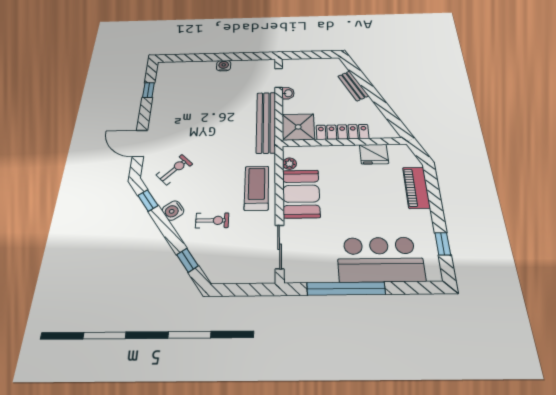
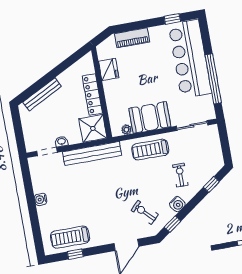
bench: (353, 86) -> (42, 94), width x1.36
treadmill: (170, 88) -> (70, 237), added
bar counter: (380, 259) -> (190, 59), width x1.36

